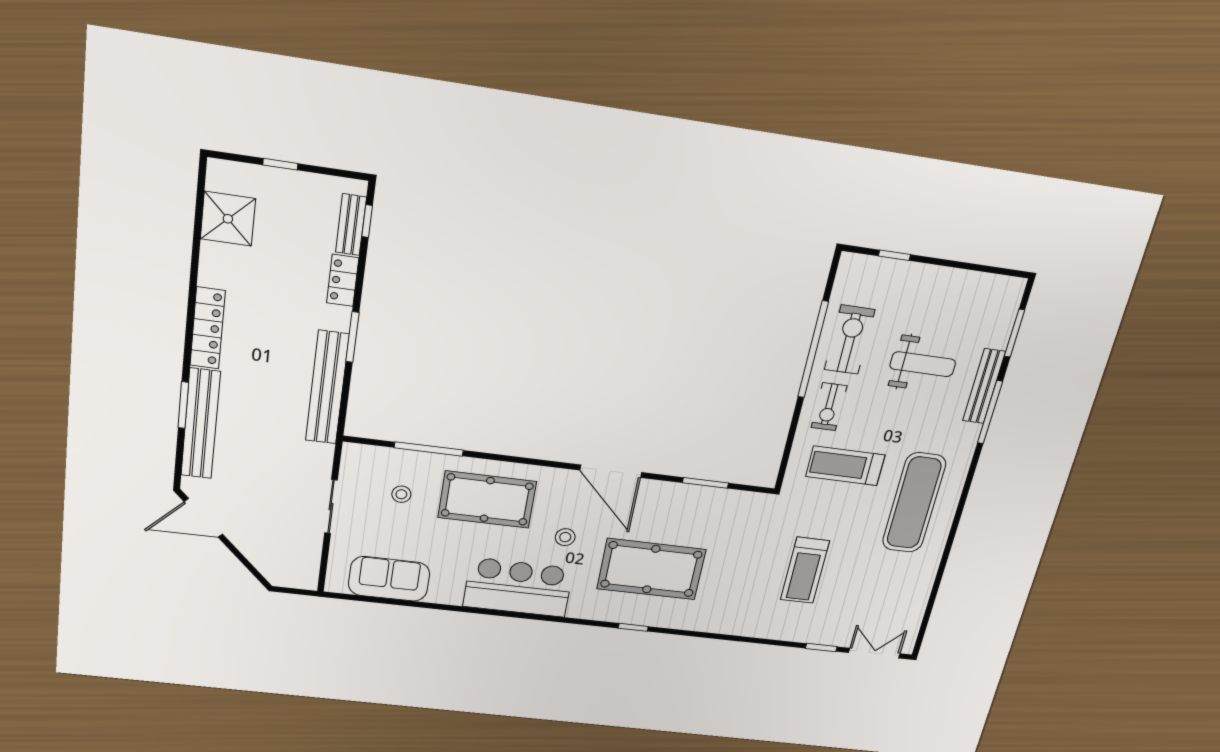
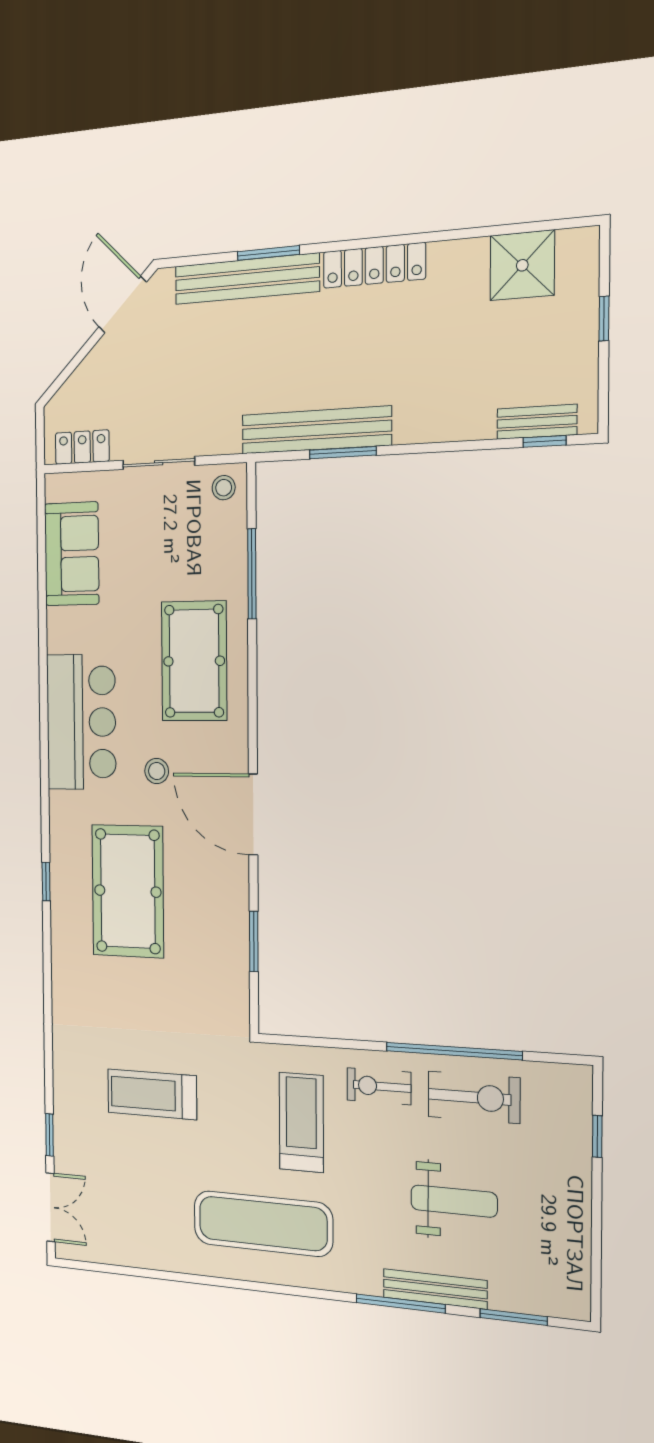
locker: (343, 280) -> (82, 447), moved
window: (352, 337) -> (343, 453), moved
weight bench: (923, 364) -> (454, 1201), turned -90
door: (611, 471) -> (253, 815), hinge flipped
stool: (401, 494) -> (224, 488), moved

